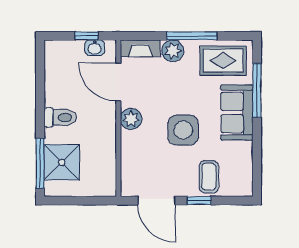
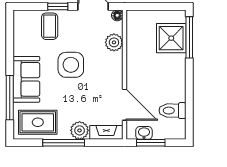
window: (87, 36) -> (151, 143), width x1.50
toilet: (60, 117) -> (173, 111), moved
plant: (131, 119) -> (114, 42), moved
floor lamp: (127, 190) -> (117, 15), added

